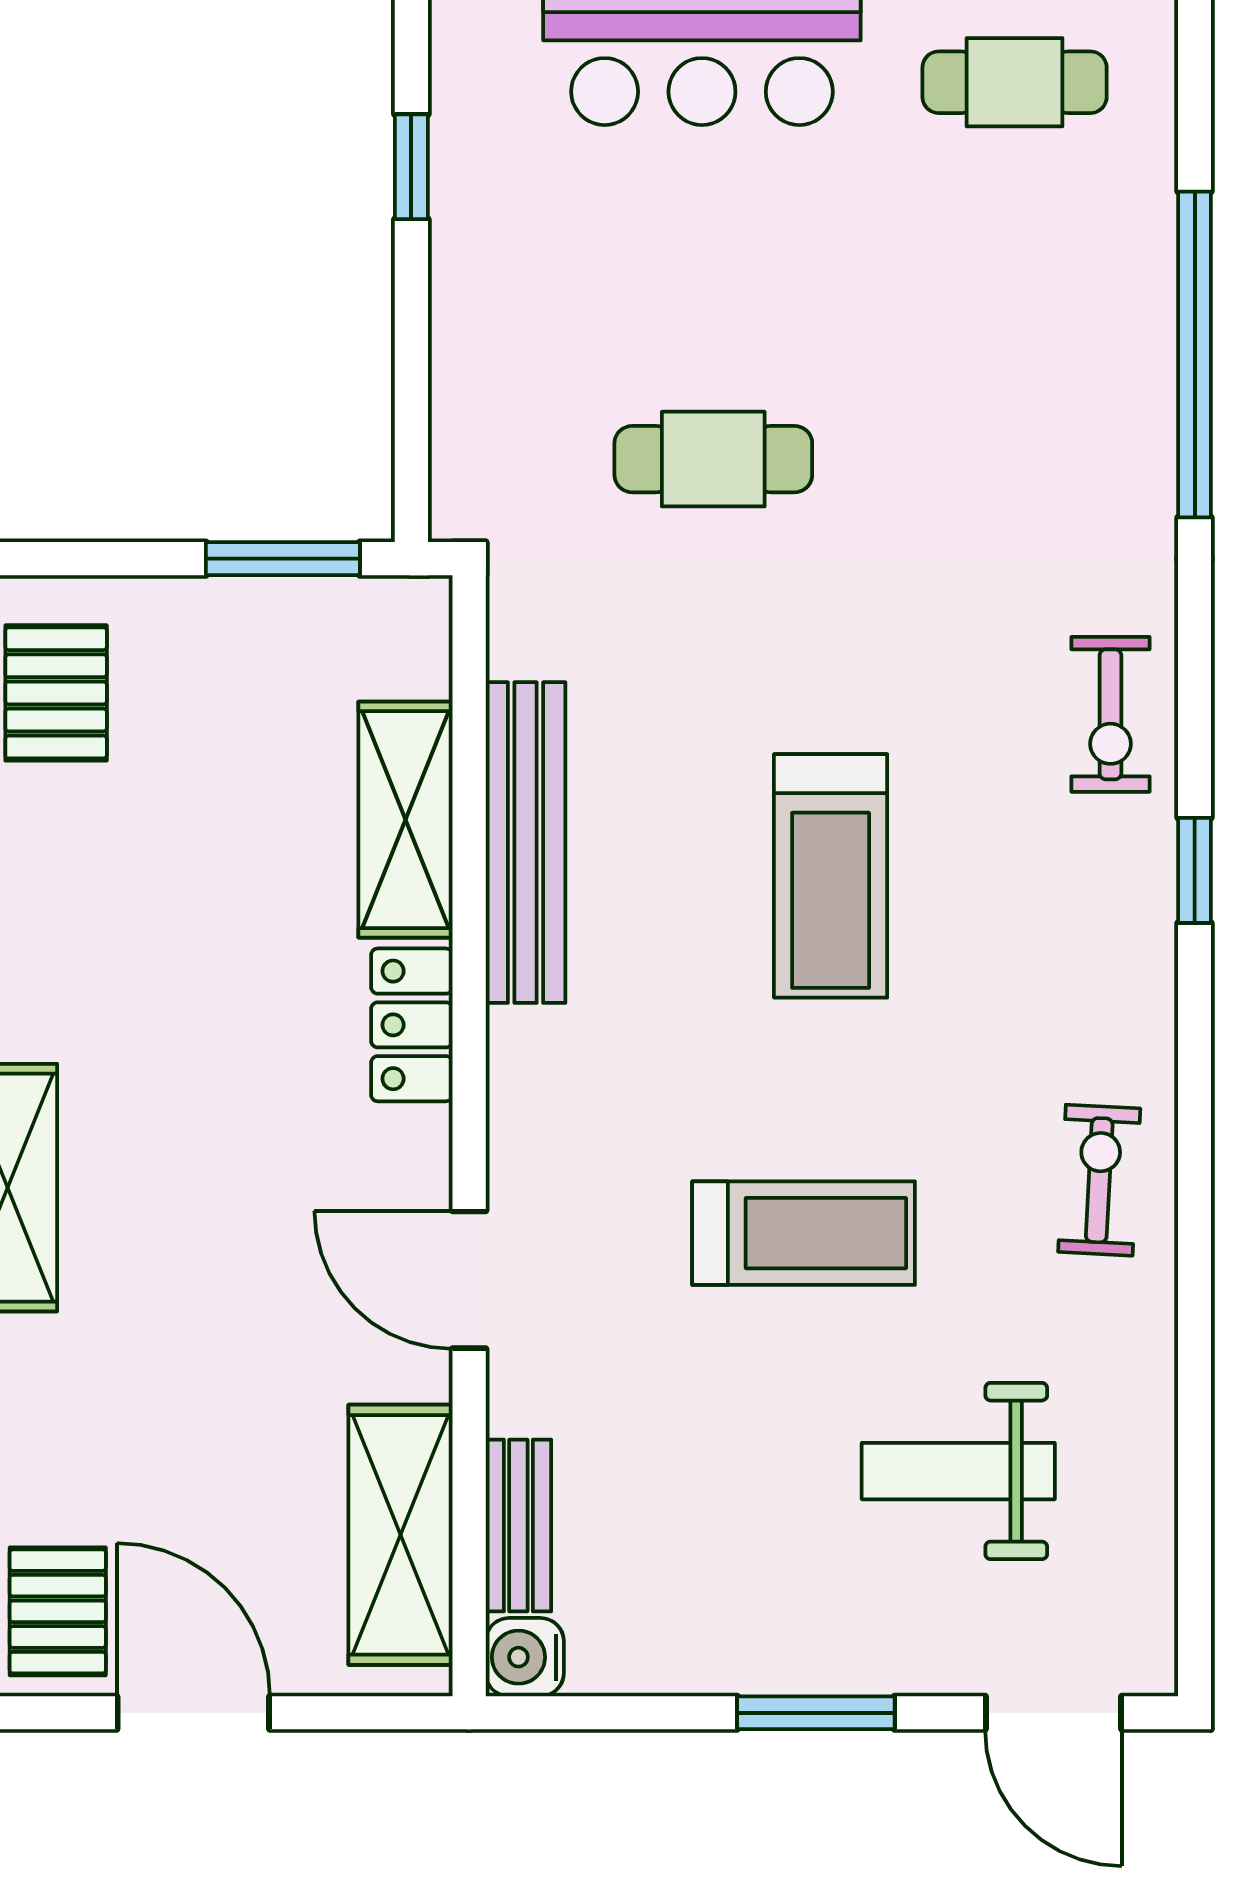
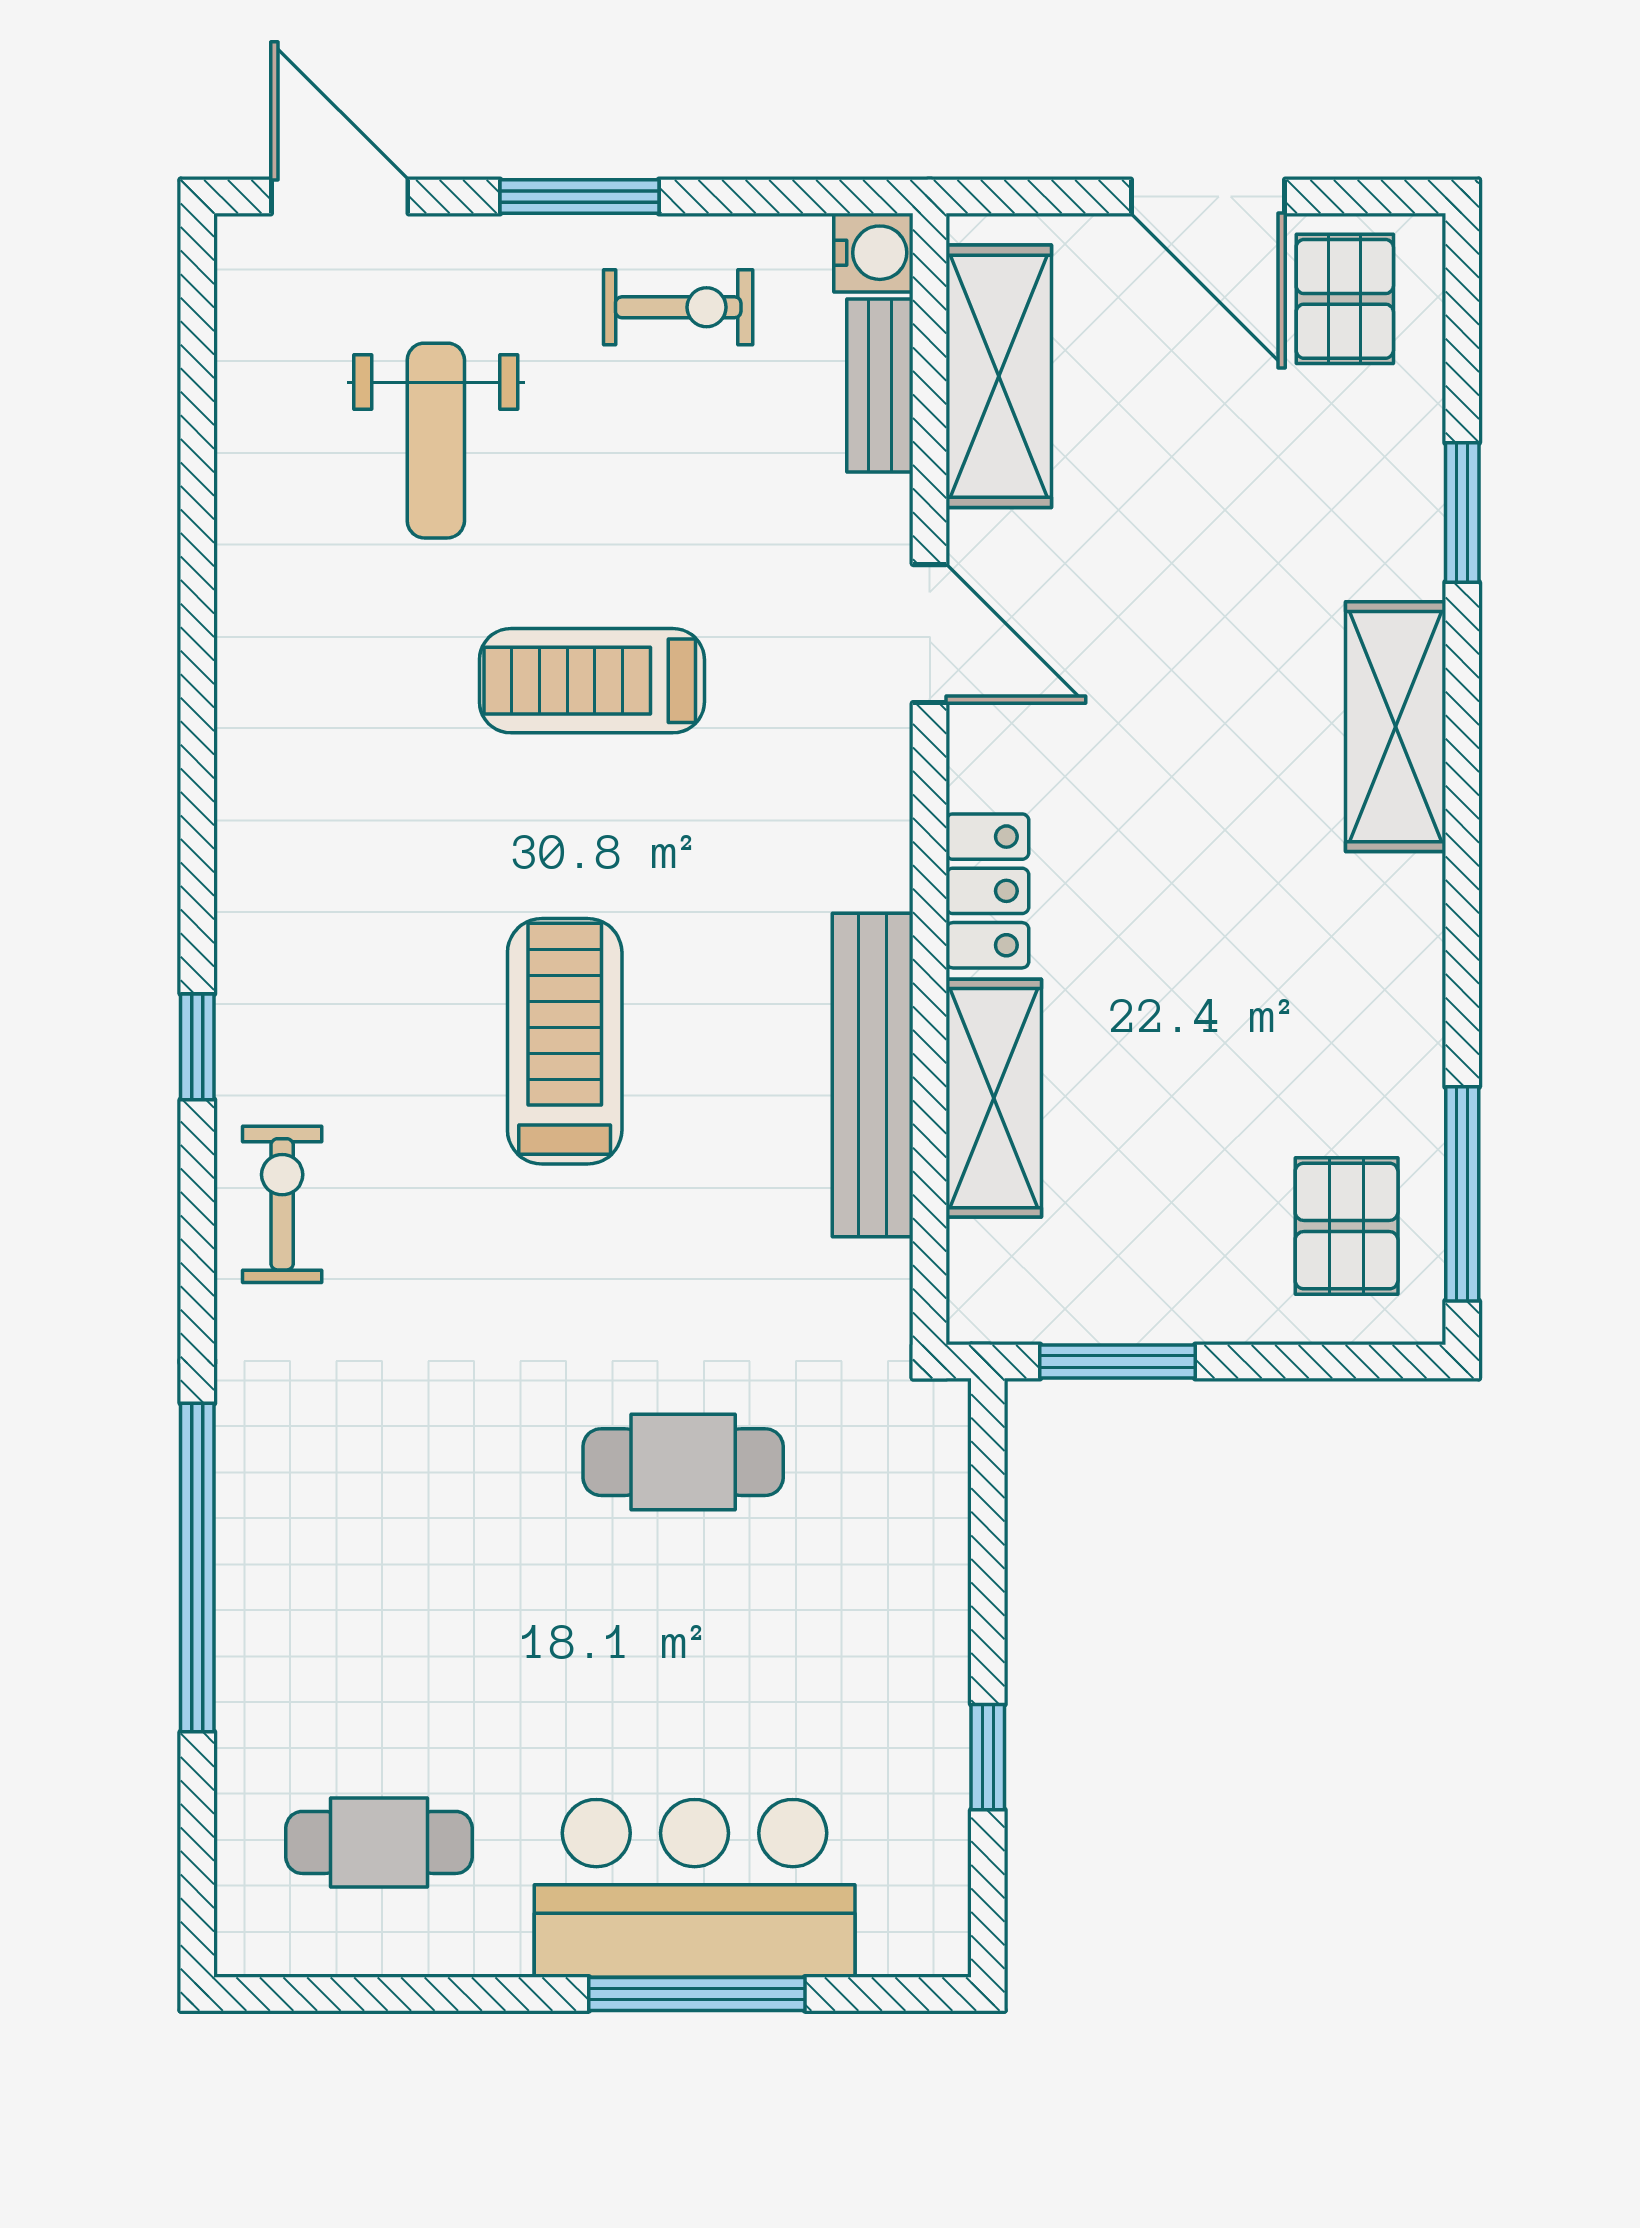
exercise bike: (1099, 1180) -> (678, 307), moved, turned -93
weight bench: (958, 1471) -> (436, 441), turned 90

